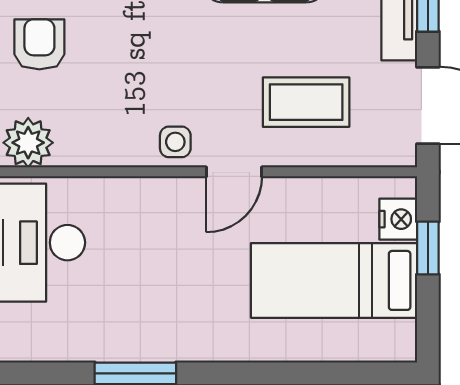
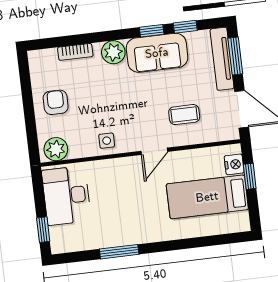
coffee table: (306, 102) -> (184, 115), width x0.73, depth x0.77
side table: (175, 142) -> (107, 141), moved

